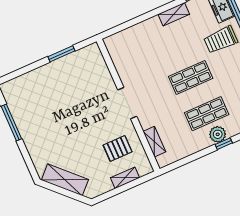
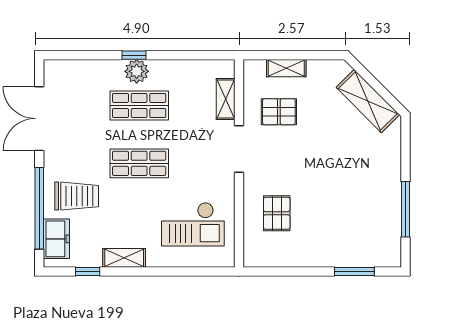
window: (61, 54) -> (354, 272), moved
checkout: (140, 54) -> (193, 224), added
pallet: (91, 84) -> (277, 213), added
doorway: (127, 103) -> (239, 149), moved

